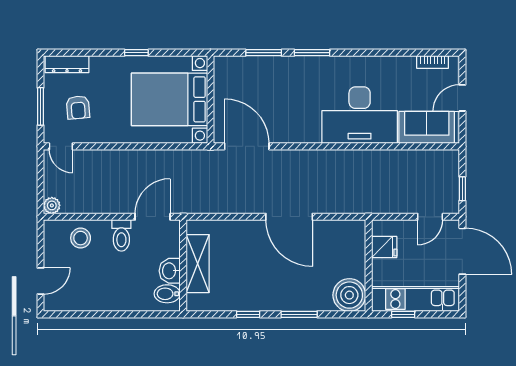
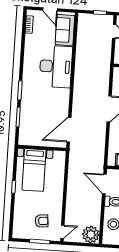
dresser: (67, 64) -> (17, 225), removed
bed with nightstands: (170, 99) -> (34, 170), width x0.73
plant: (52, 205) -> (91, 235), width x1.87, depth x1.87

